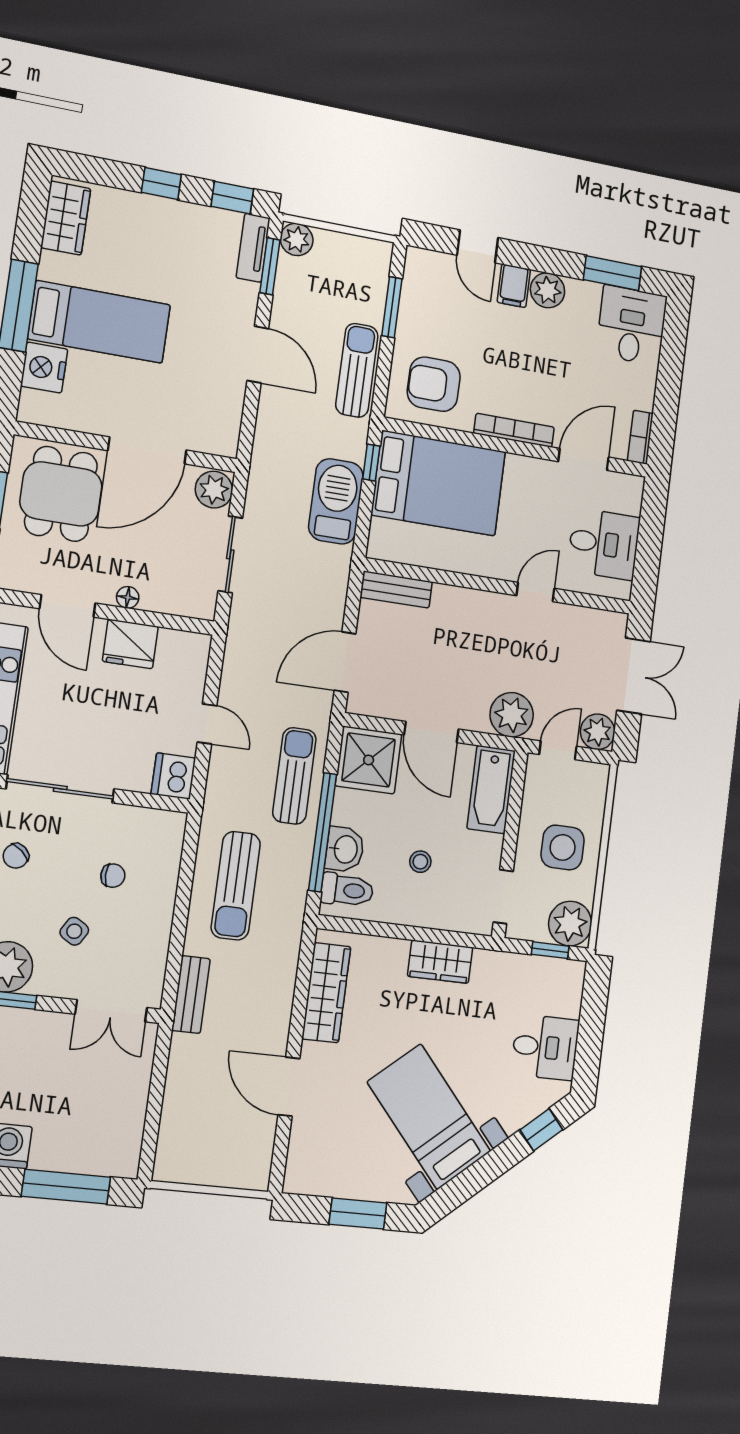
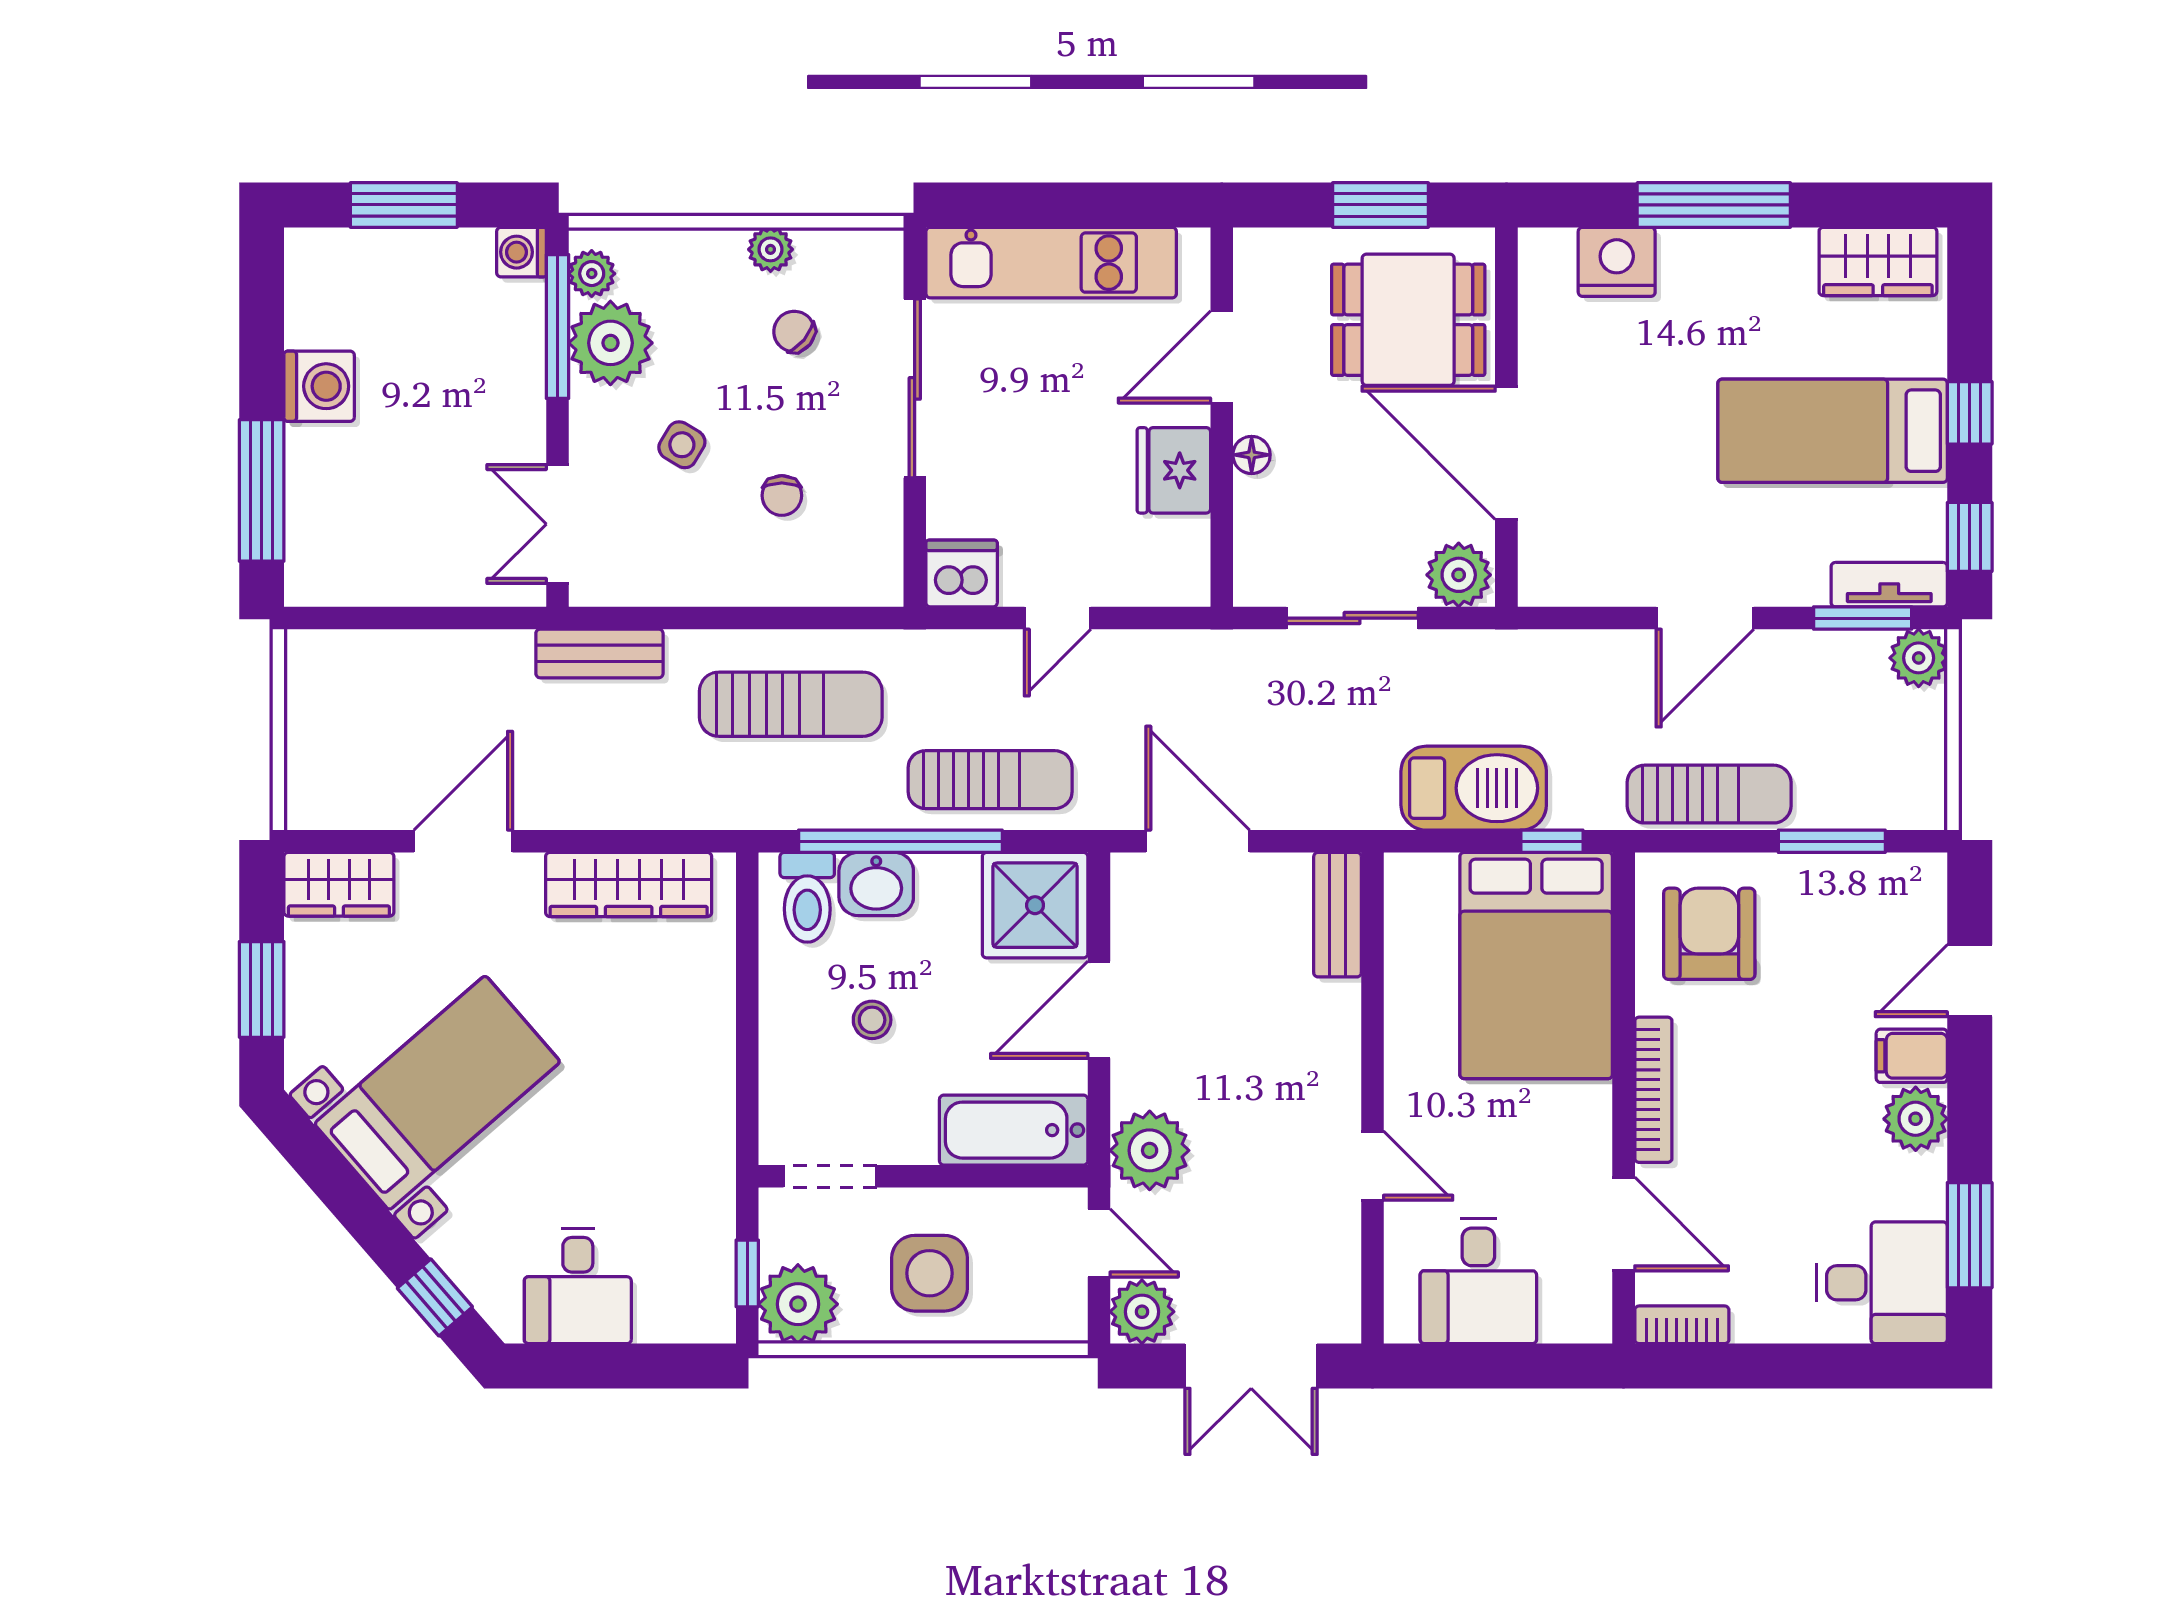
bed: (99, 322) -> (1833, 431), moved, turned 90
sun lounger: (236, 886) -> (791, 704), turned 180
wardrobe: (440, 962) -> (339, 884), moved, turned -90

